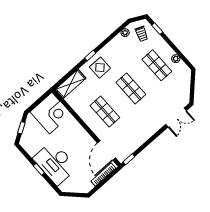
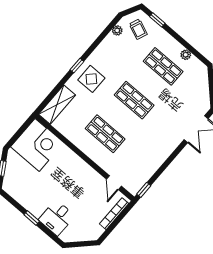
door: (106, 150) -> (114, 183), width x0.53
desk: (55, 163) -> (57, 218), width x0.53, depth x0.77

